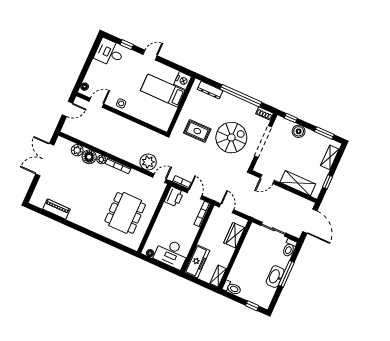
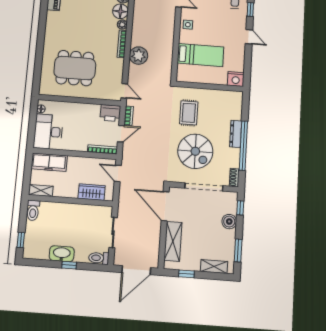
dresser: (210, 90) -> (236, 134), moved
bed: (163, 91) -> (201, 55), moved, turned 90
plant: (148, 162) -> (139, 56), moved
door: (267, 179) -> (165, 206), width x1.88
door: (227, 208) -> (118, 173), swing flipped
window: (286, 274) -> (69, 265), width x0.46

